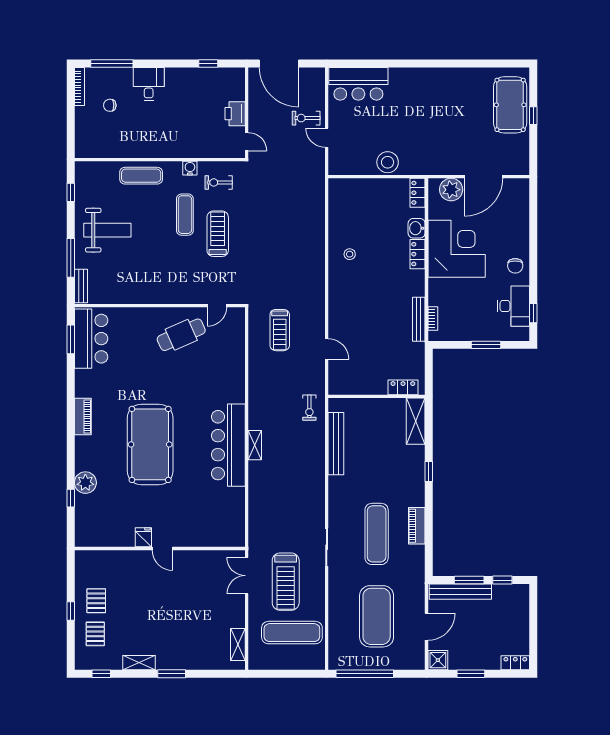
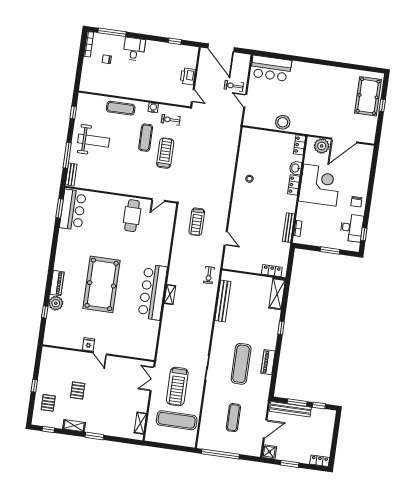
cafe table: (181, 335) -> (132, 216), turned -66
piano: (83, 416) -> (57, 283), moved
pallet: (96, 601) -> (78, 390), moved
exercise mat: (377, 616) -> (233, 418), width x0.50, depth x0.69

